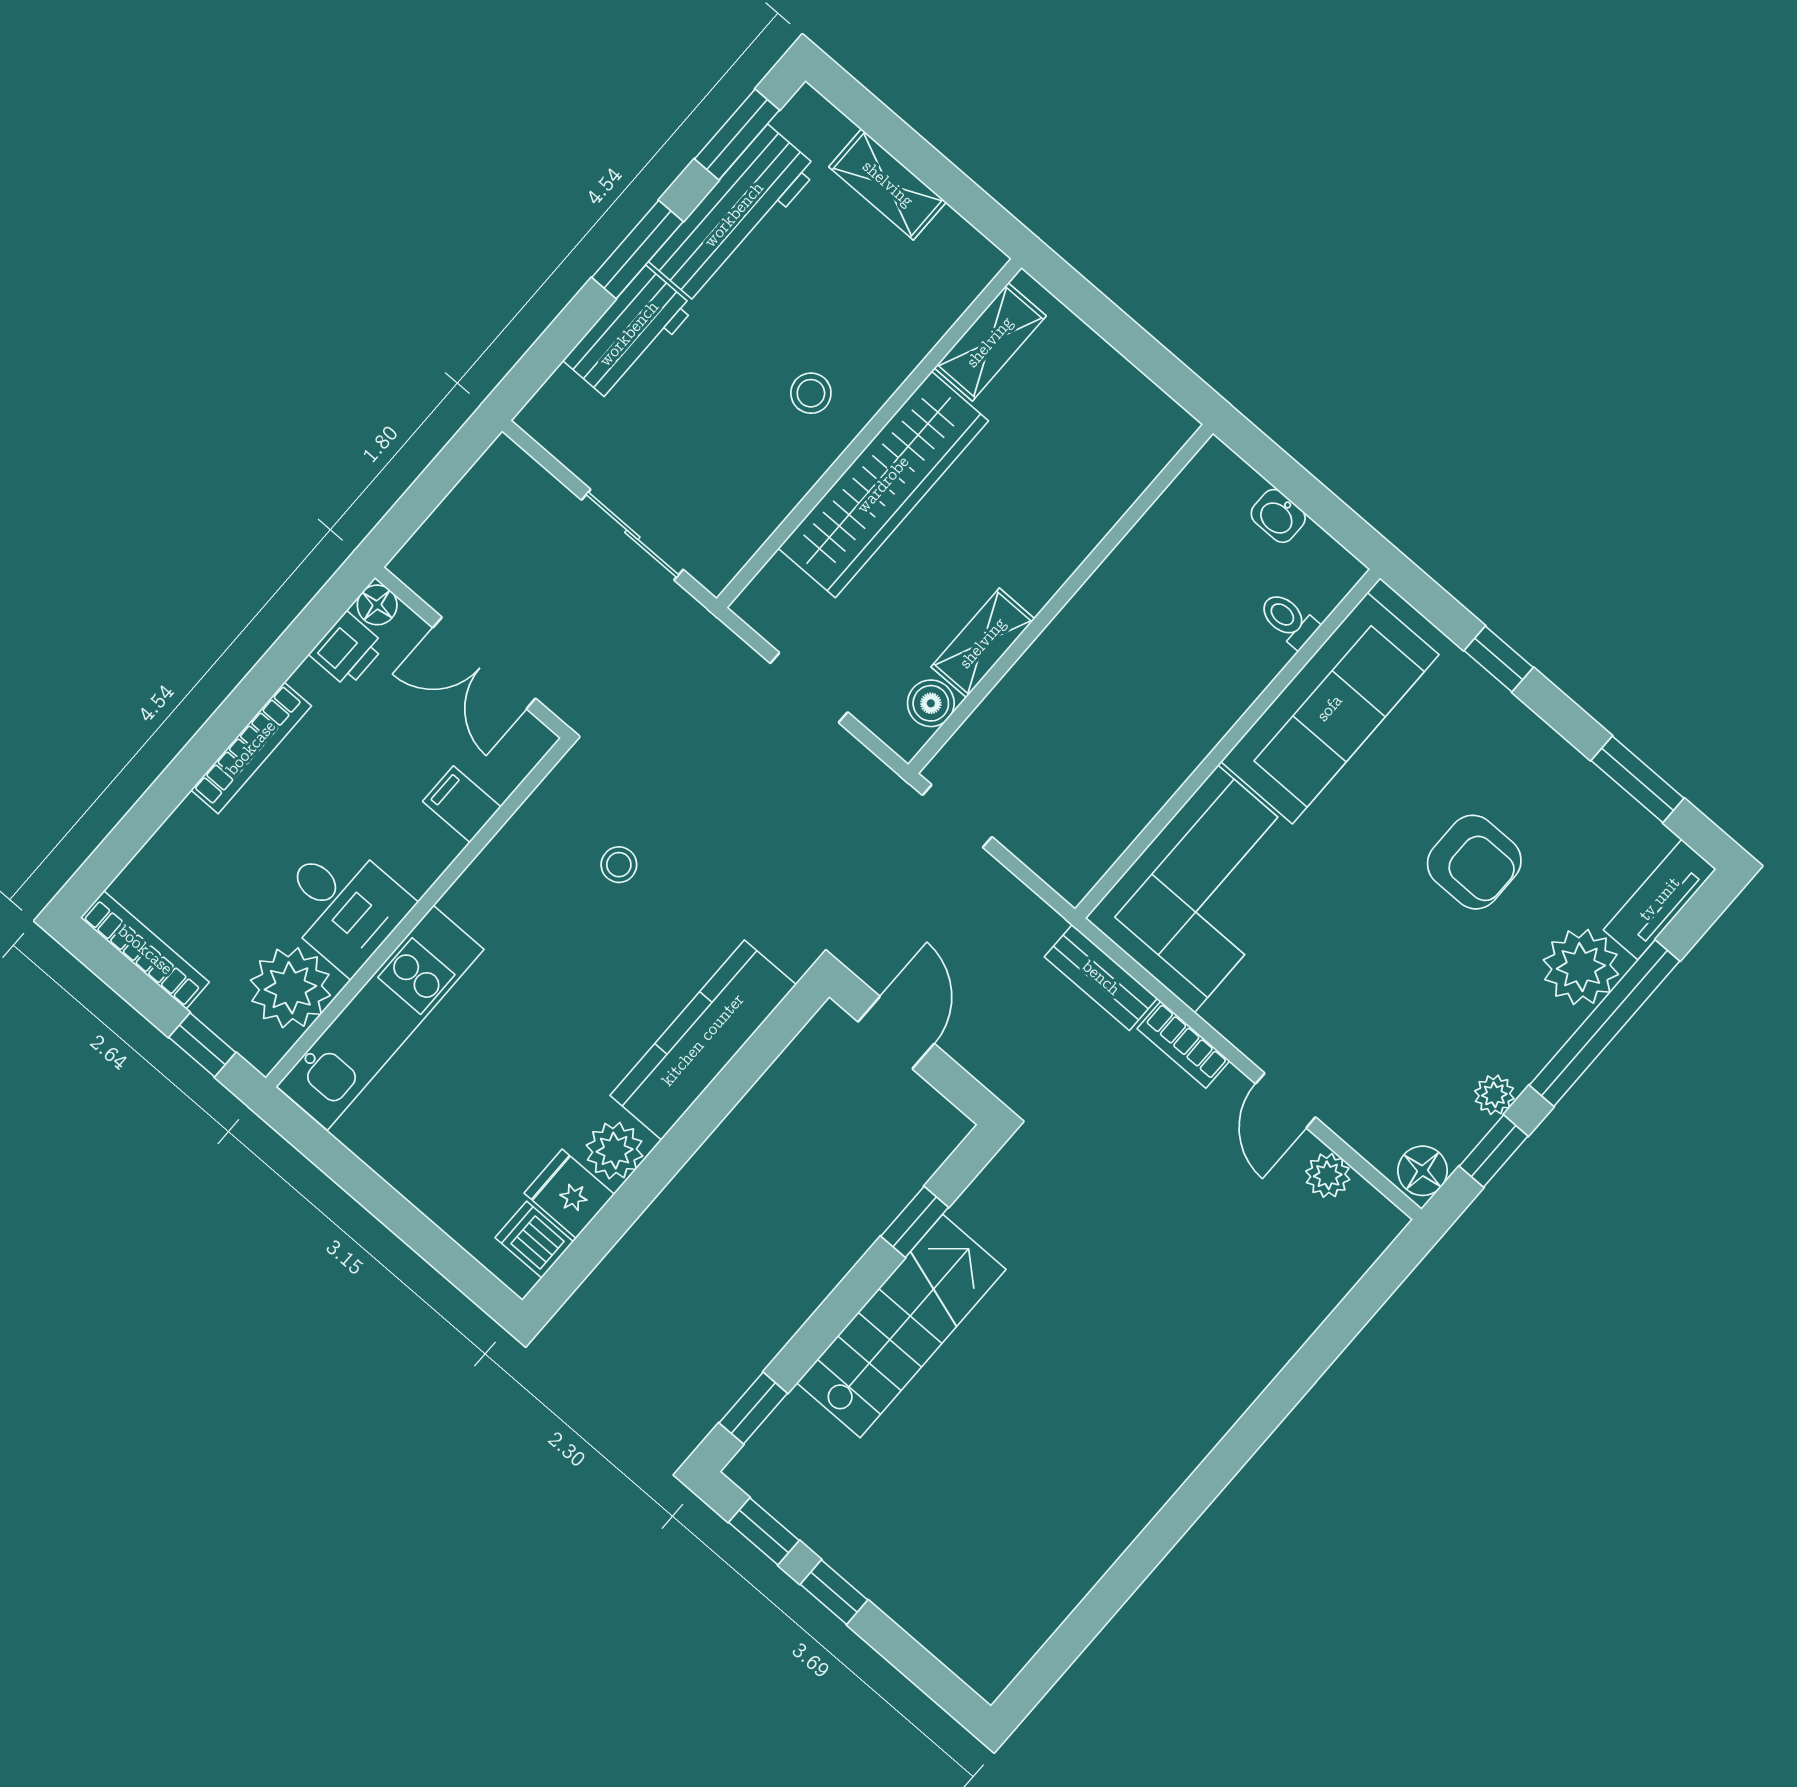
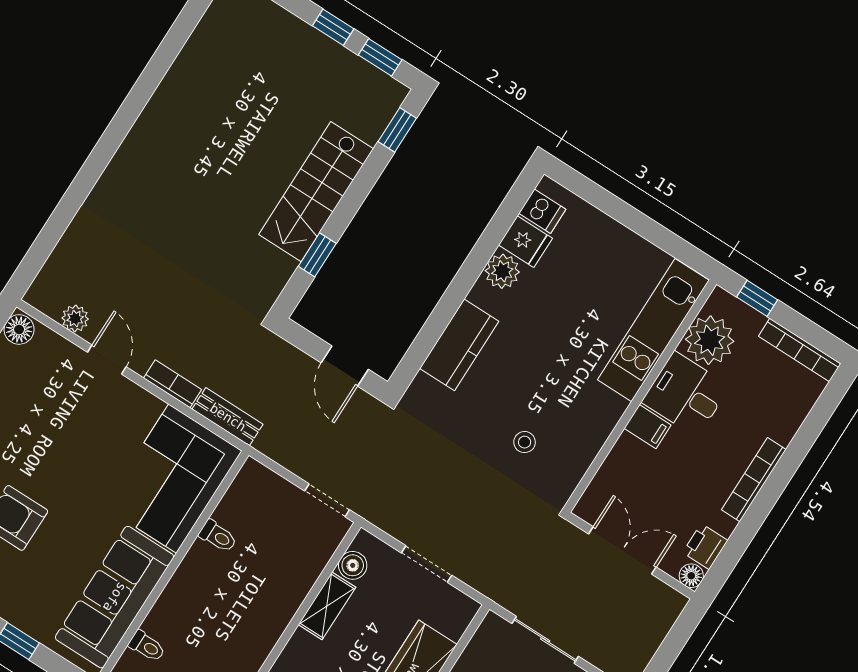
toilet: (1145, 783) -> (218, 536), added
filing cabinet: (462, 804) -> (648, 427), moved
kitchen counter: (703, 1040) -> (459, 345), width x0.67

